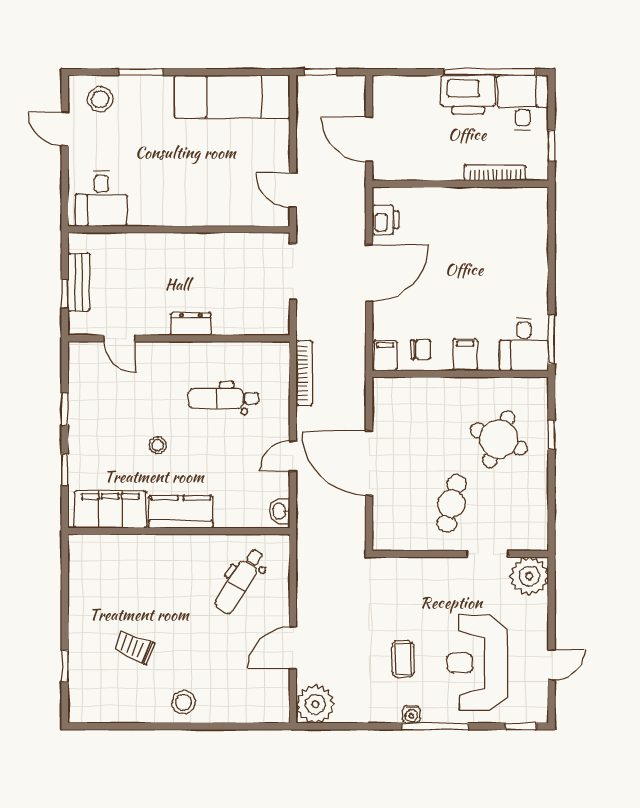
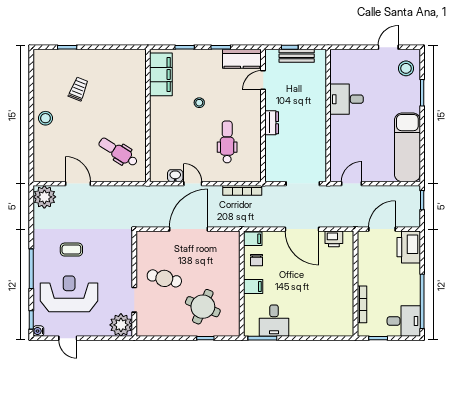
printer: (468, 95) -> (409, 247), moved
desk: (101, 199) -> (347, 99), moved
desk: (524, 344) -> (274, 321), moved, turned -90
washbasin: (280, 511) -> (175, 176), moved
kitchen counter: (181, 512) -> (242, 59), moved, turned 90
water cooler: (411, 714) -> (38, 331), moved

